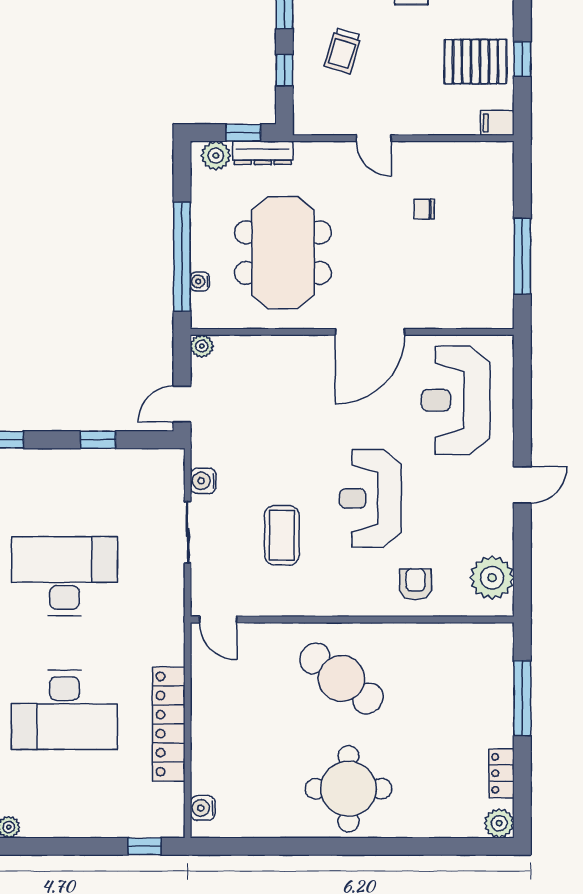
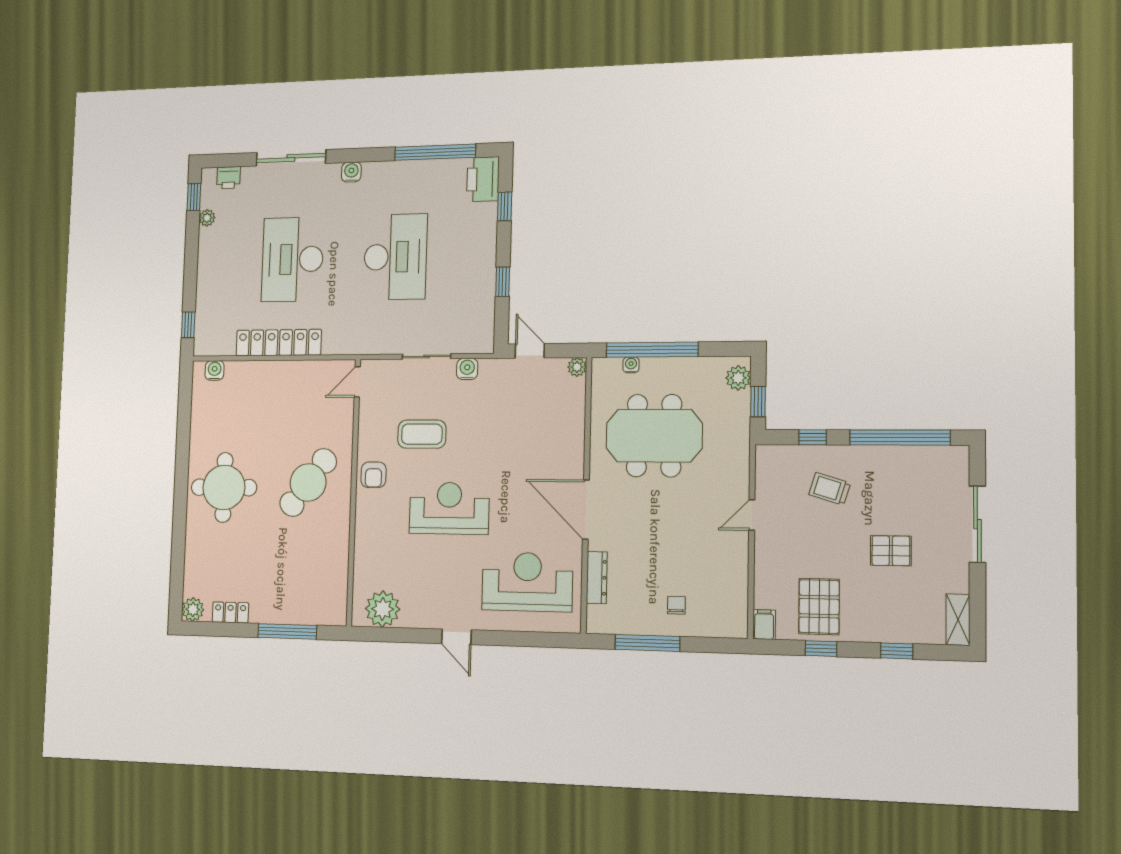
dresser: (263, 153) -> (597, 578), moved, turned 180
chair: (424, 209) -> (676, 605), moved
armchair: (415, 584) -> (374, 475), moved, turned 90

